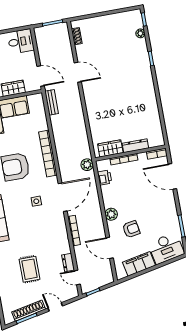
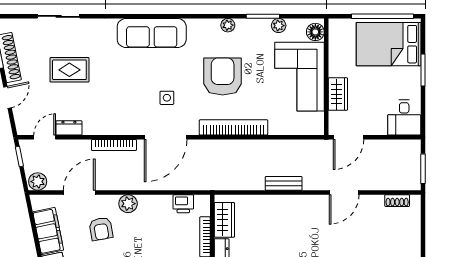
bench: (52, 102) -> (284, 183), moved
plant: (87, 165) -> (38, 182), moved
door: (63, 197) -> (166, 137), hinge flipped

